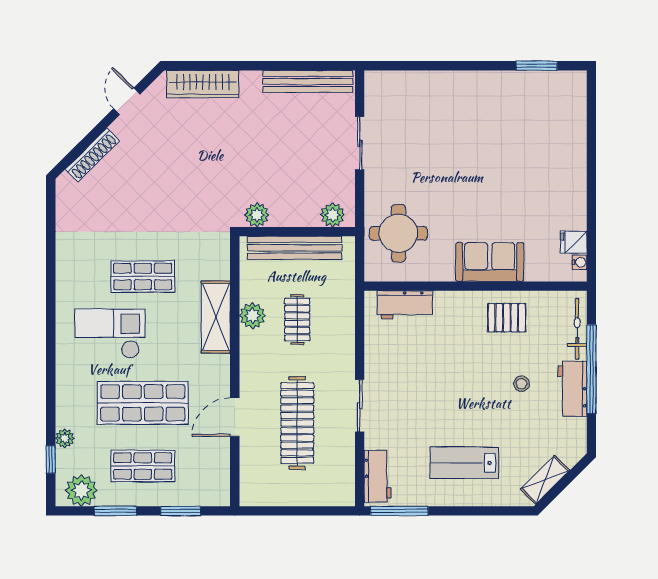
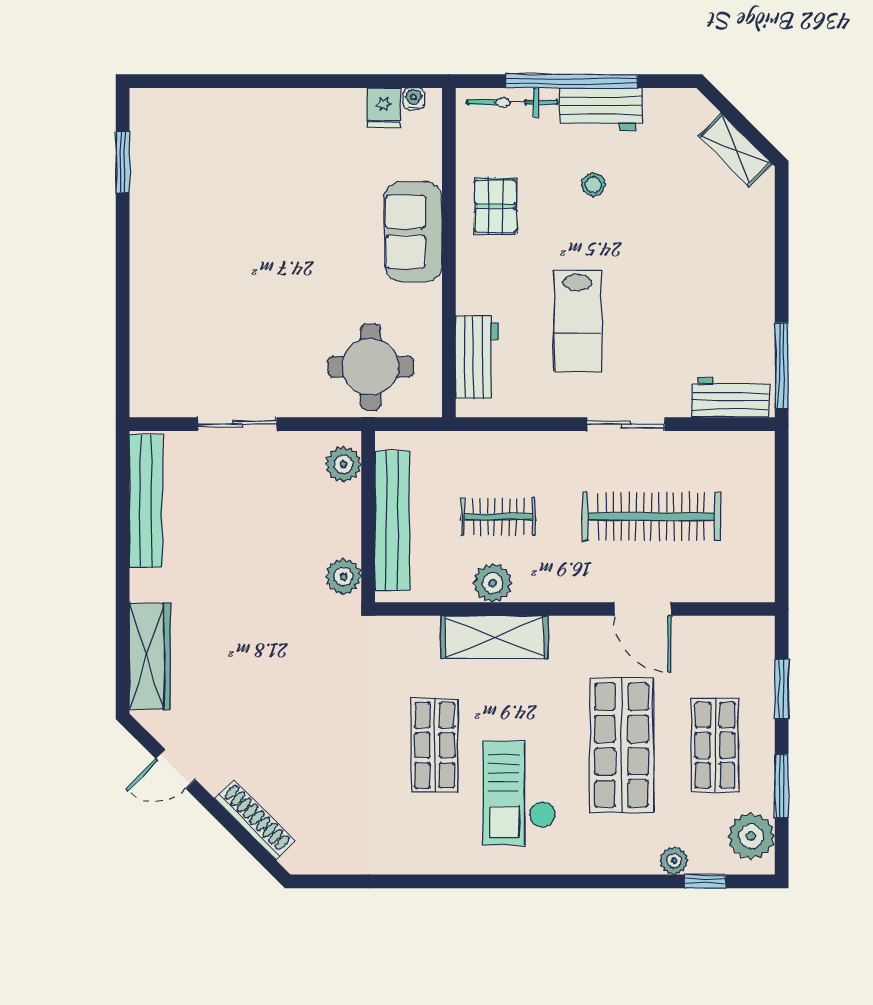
lab bench: (464, 463) -> (577, 321), moved

